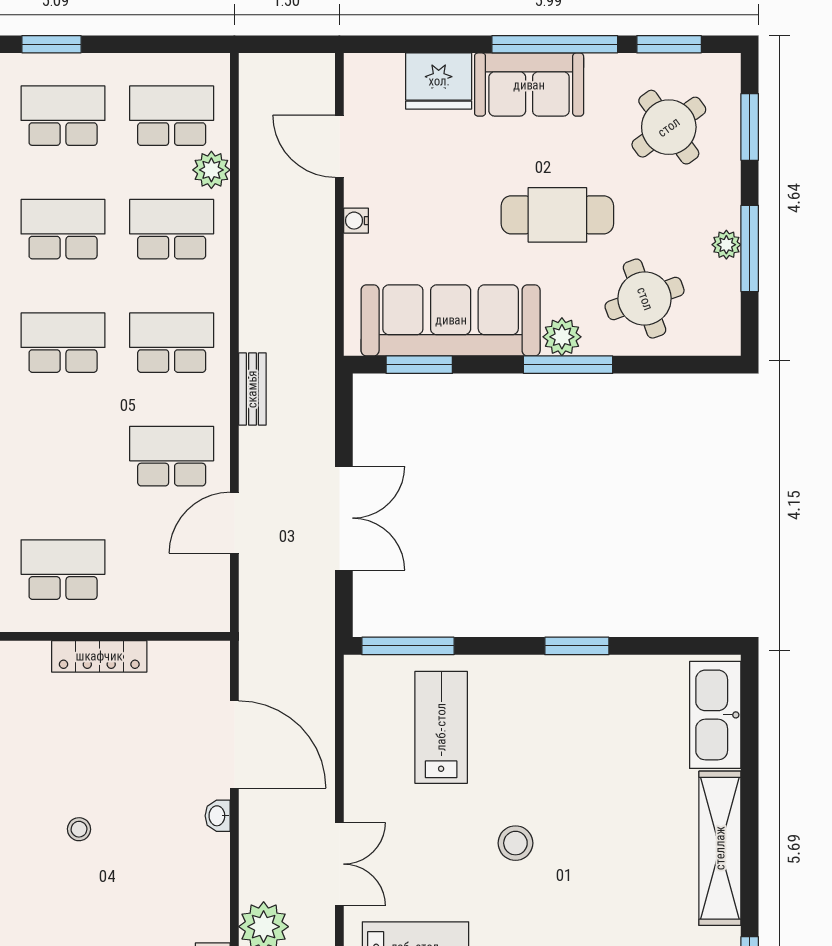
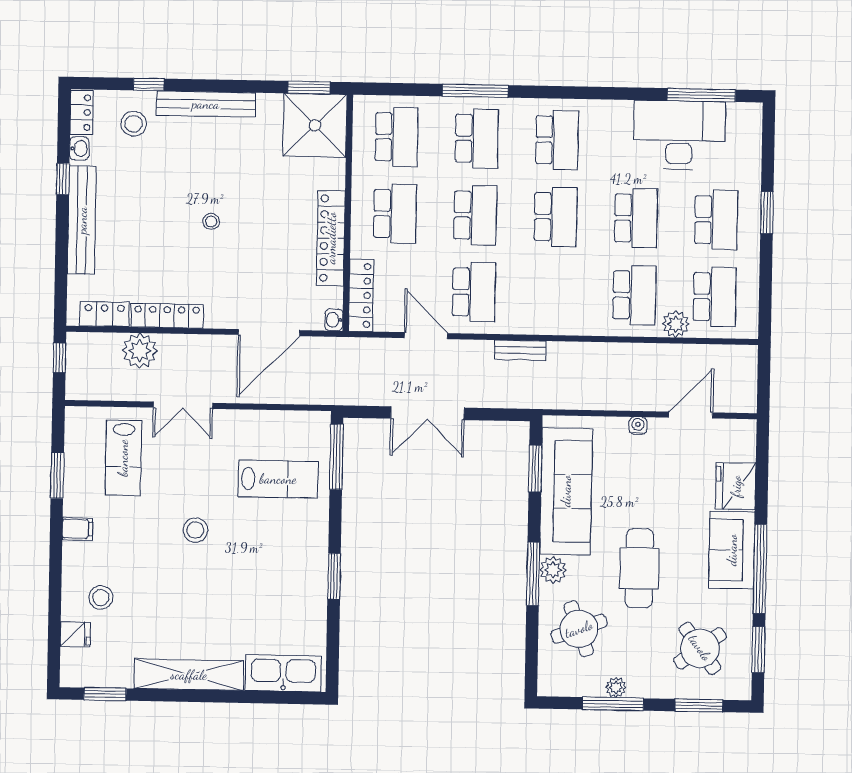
school desk: (172, 343) -> (475, 215), moved
locker: (179, 615) -> (361, 295), added
locker: (99, 656) -> (331, 238), width x1.41, depth x1.21
washbasin: (218, 816) -> (334, 320), moved, turned -90
locker: (213, 889) -> (167, 316), added

